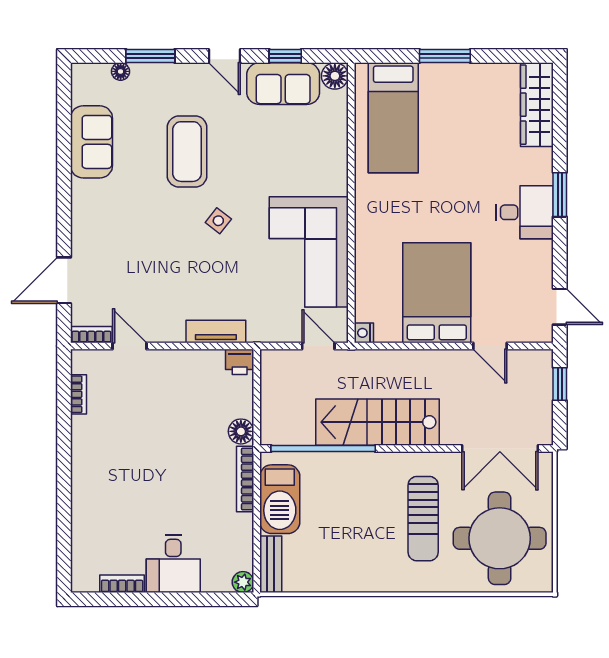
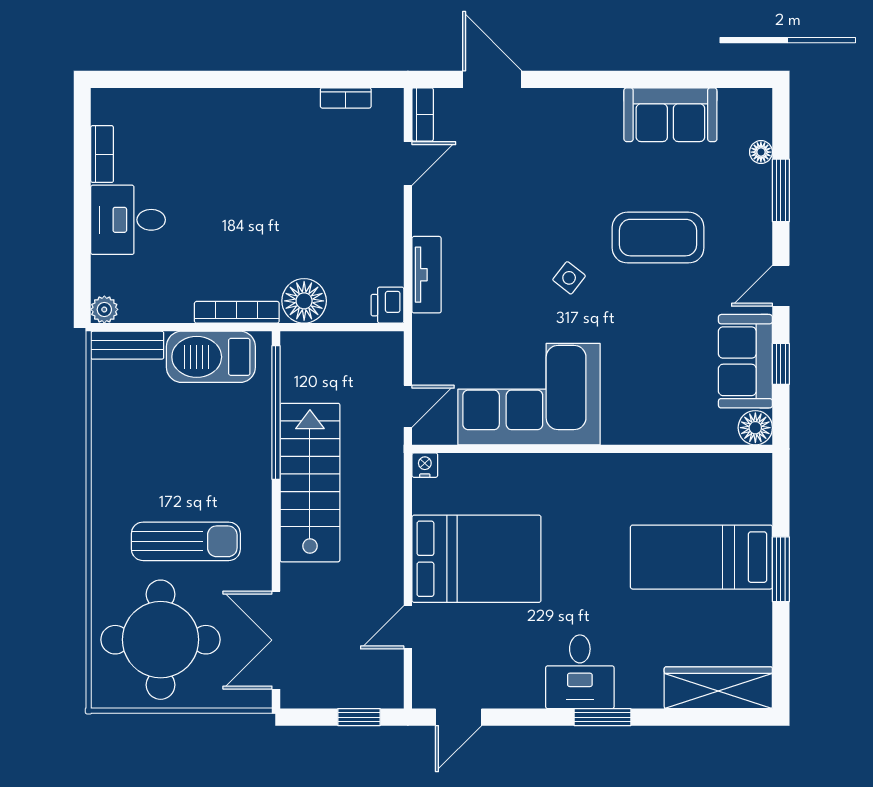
bed: (393, 118) -> (701, 557), moved
floor lamp: (241, 431) -> (304, 301), width x1.38, depth x1.38
sun lounger: (423, 519) -> (186, 541), turned 180

